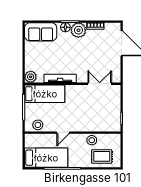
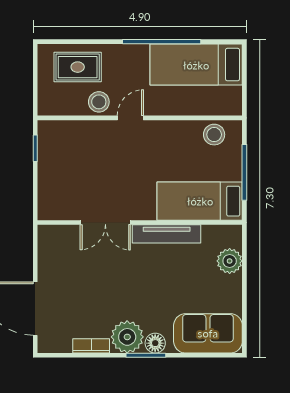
plant: (31, 77) -> (230, 261), moved
double door: (100, 84) -> (105, 222), moved
door: (63, 133) -> (130, 118), moved

